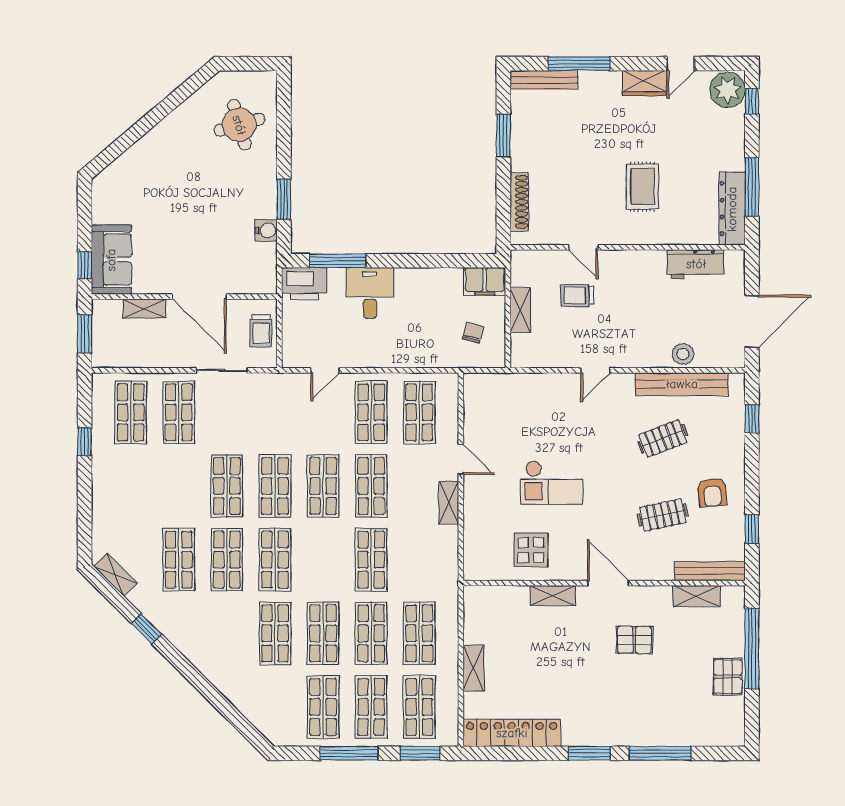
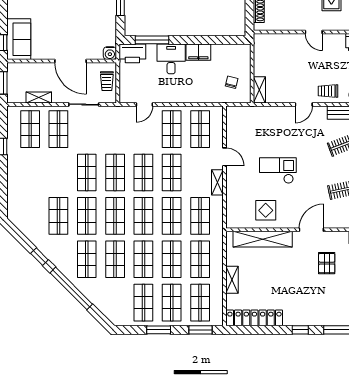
water cooler: (266, 230) -> (110, 53), moved, turned 90
door: (583, 247) -> (314, 32), moved
filing cabinet: (485, 281) -> (198, 52), moved
trolley: (577, 295) -> (328, 91), moved
shelving: (144, 308) -> (39, 97), moved
shelving: (520, 310) -> (259, 90), moved
checkout: (552, 483) -> (278, 171), turned 180
shop shelf: (323, 560) -> (143, 216), added
shop shelf: (419, 560) -> (200, 216), added
shelving: (115, 575) -> (21, 225), removed
door: (608, 583) -> (311, 230), hinge flipped
shelving: (553, 596) -> (263, 239), width x2.20, depth x1.33
shop shelf: (227, 633) -> (87, 259), added
pallet: (634, 640) -> (327, 263), turned 90
window: (201, 683) -> (71, 288), added
window: (349, 753) -> (159, 330), width x0.69
window: (589, 753) -> (300, 330), width x0.67

